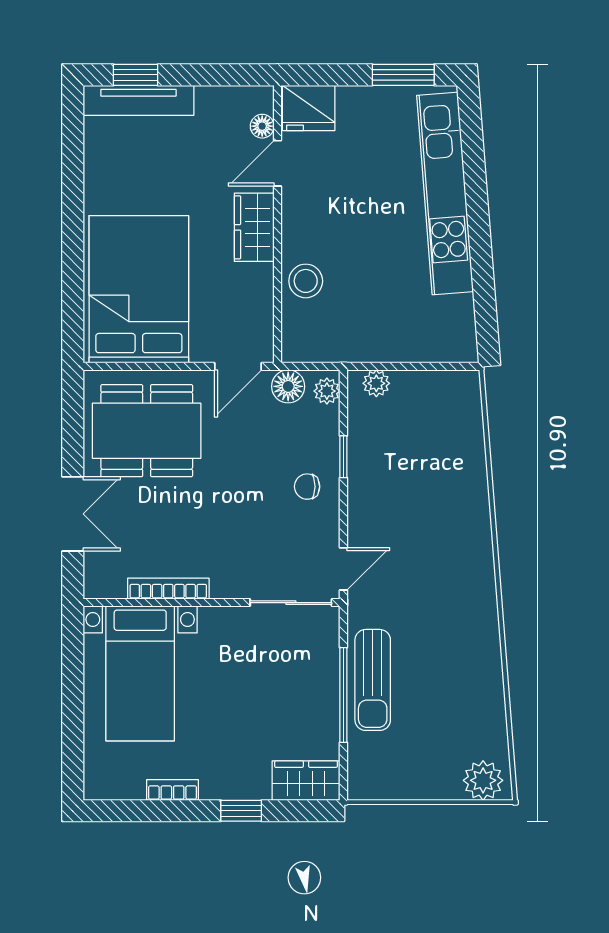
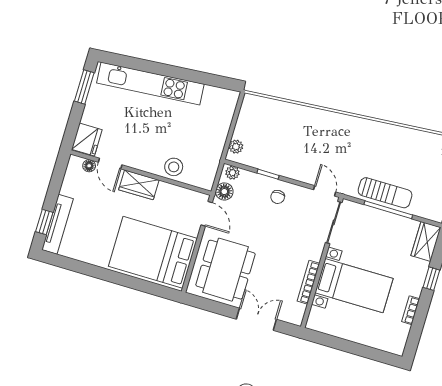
bed with nightstands: (140, 673) -> (354, 286), moved

